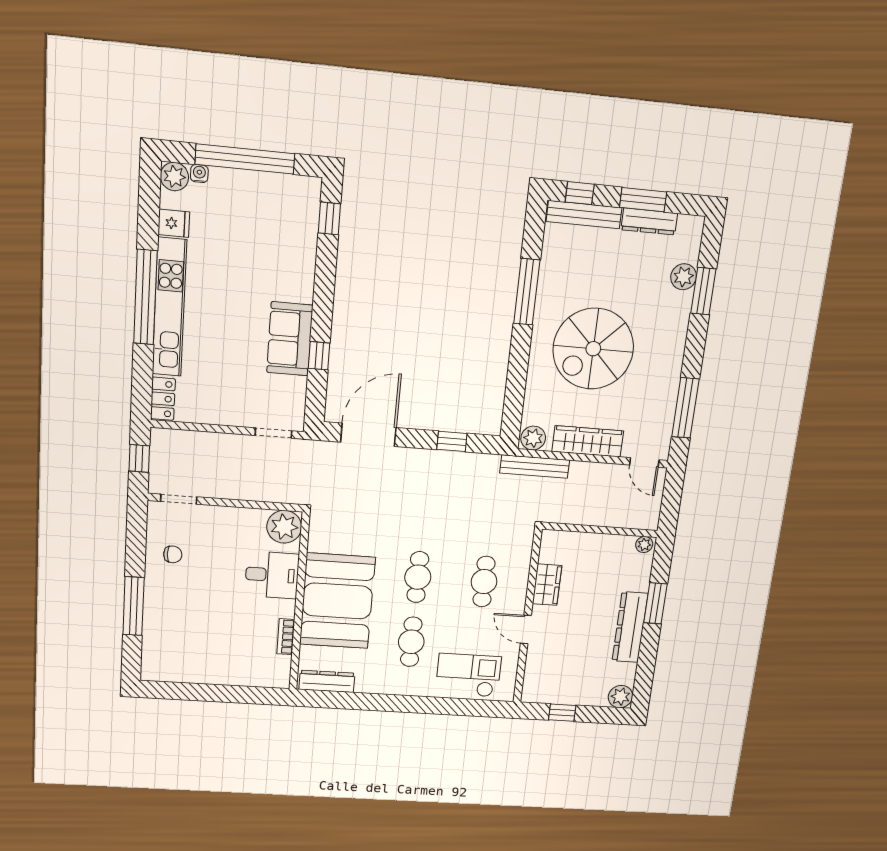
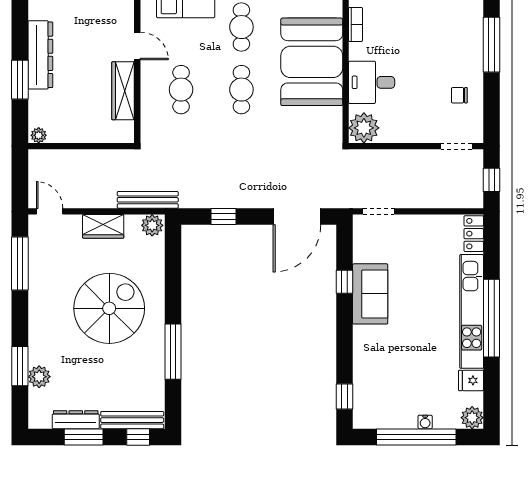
water cooler: (199, 174) -> (425, 422), moved
wardrobe: (588, 441) -> (103, 226), width x0.67
wardrobe: (547, 585) -> (123, 91), width x1.50

